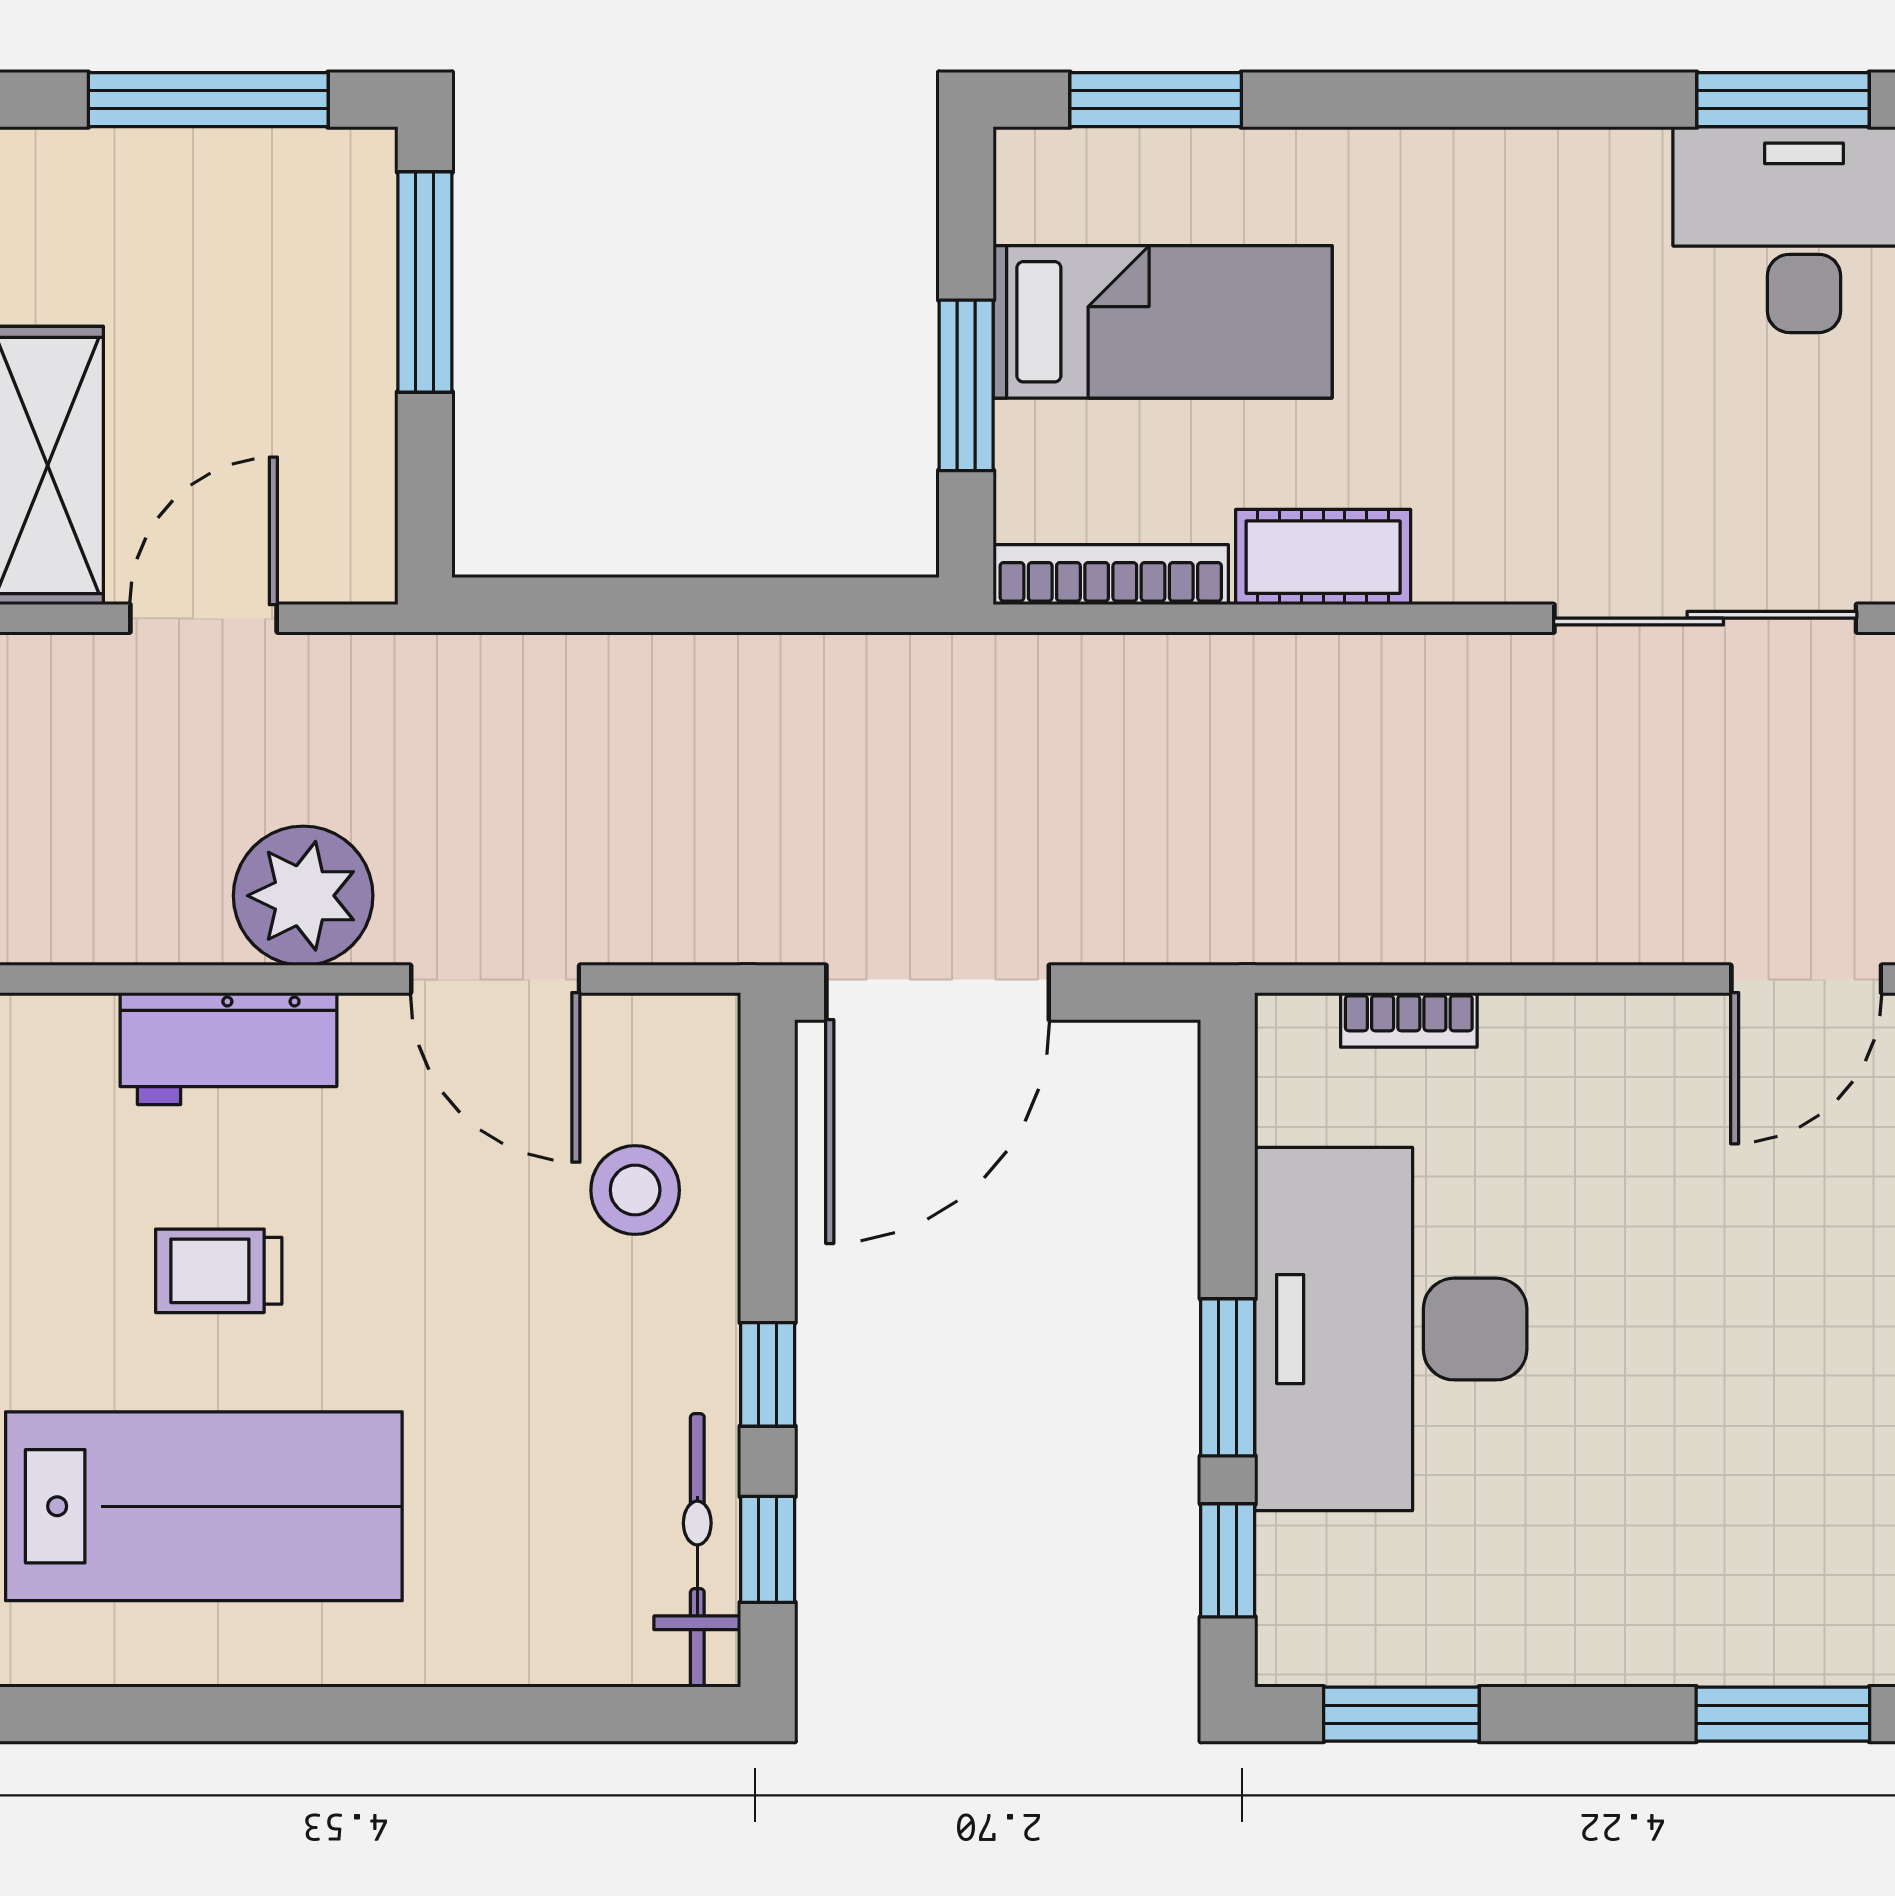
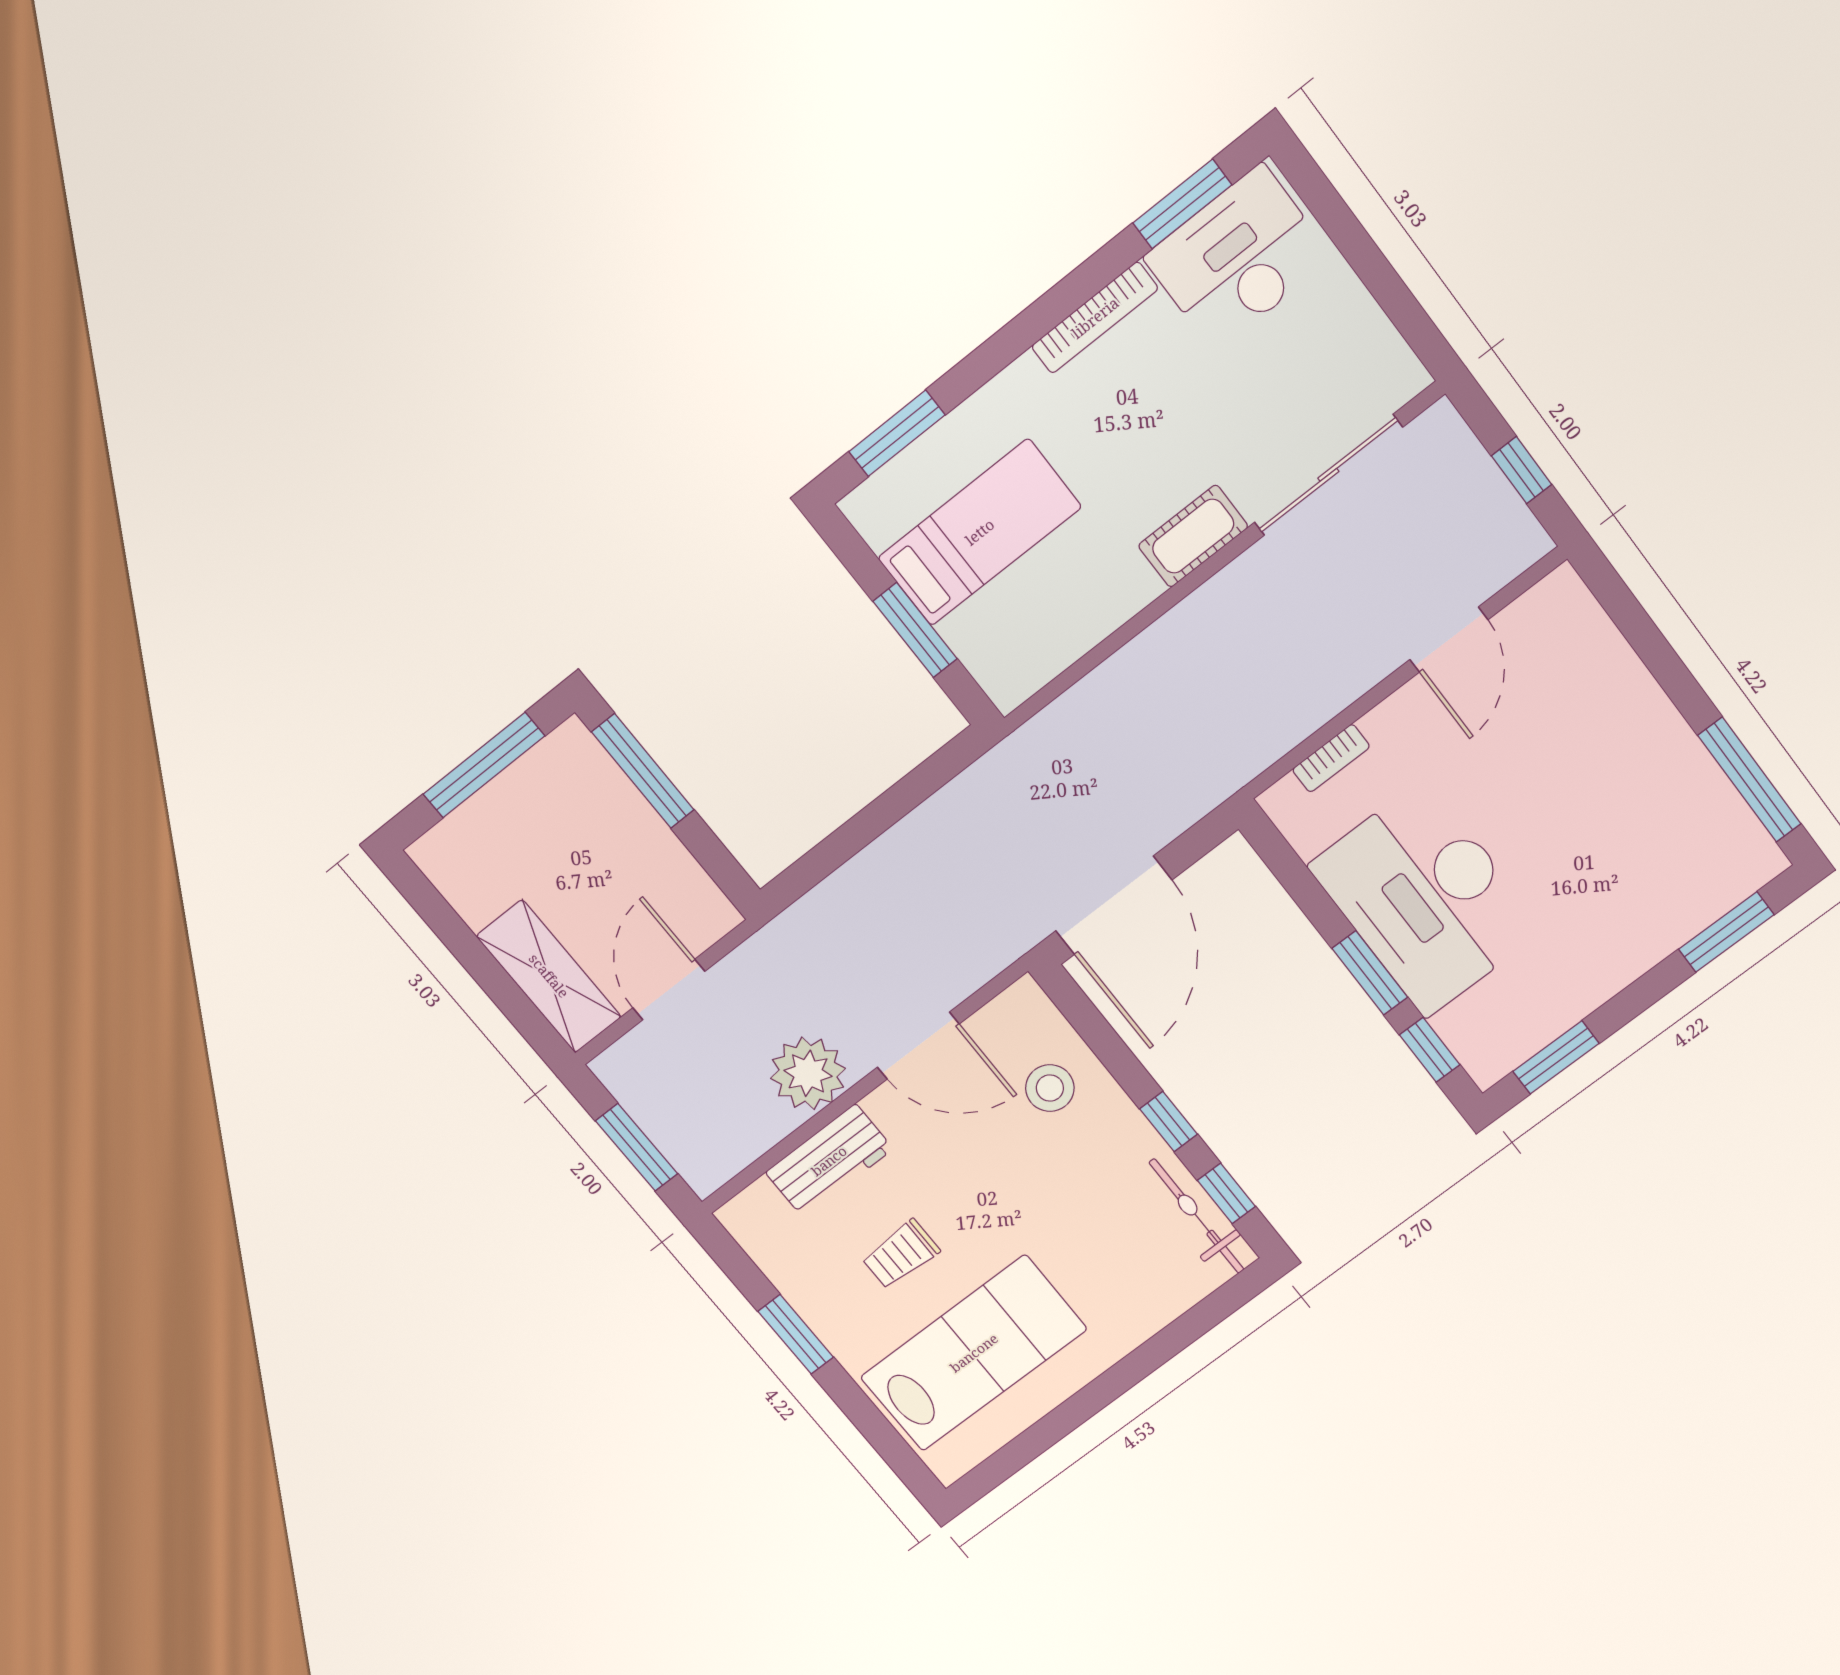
cot: (1323, 557) -> (1193, 536), moved
bookcase: (1111, 575) -> (1095, 318), moved, turned 180
door: (1806, 979) -> (1449, 640), moved

